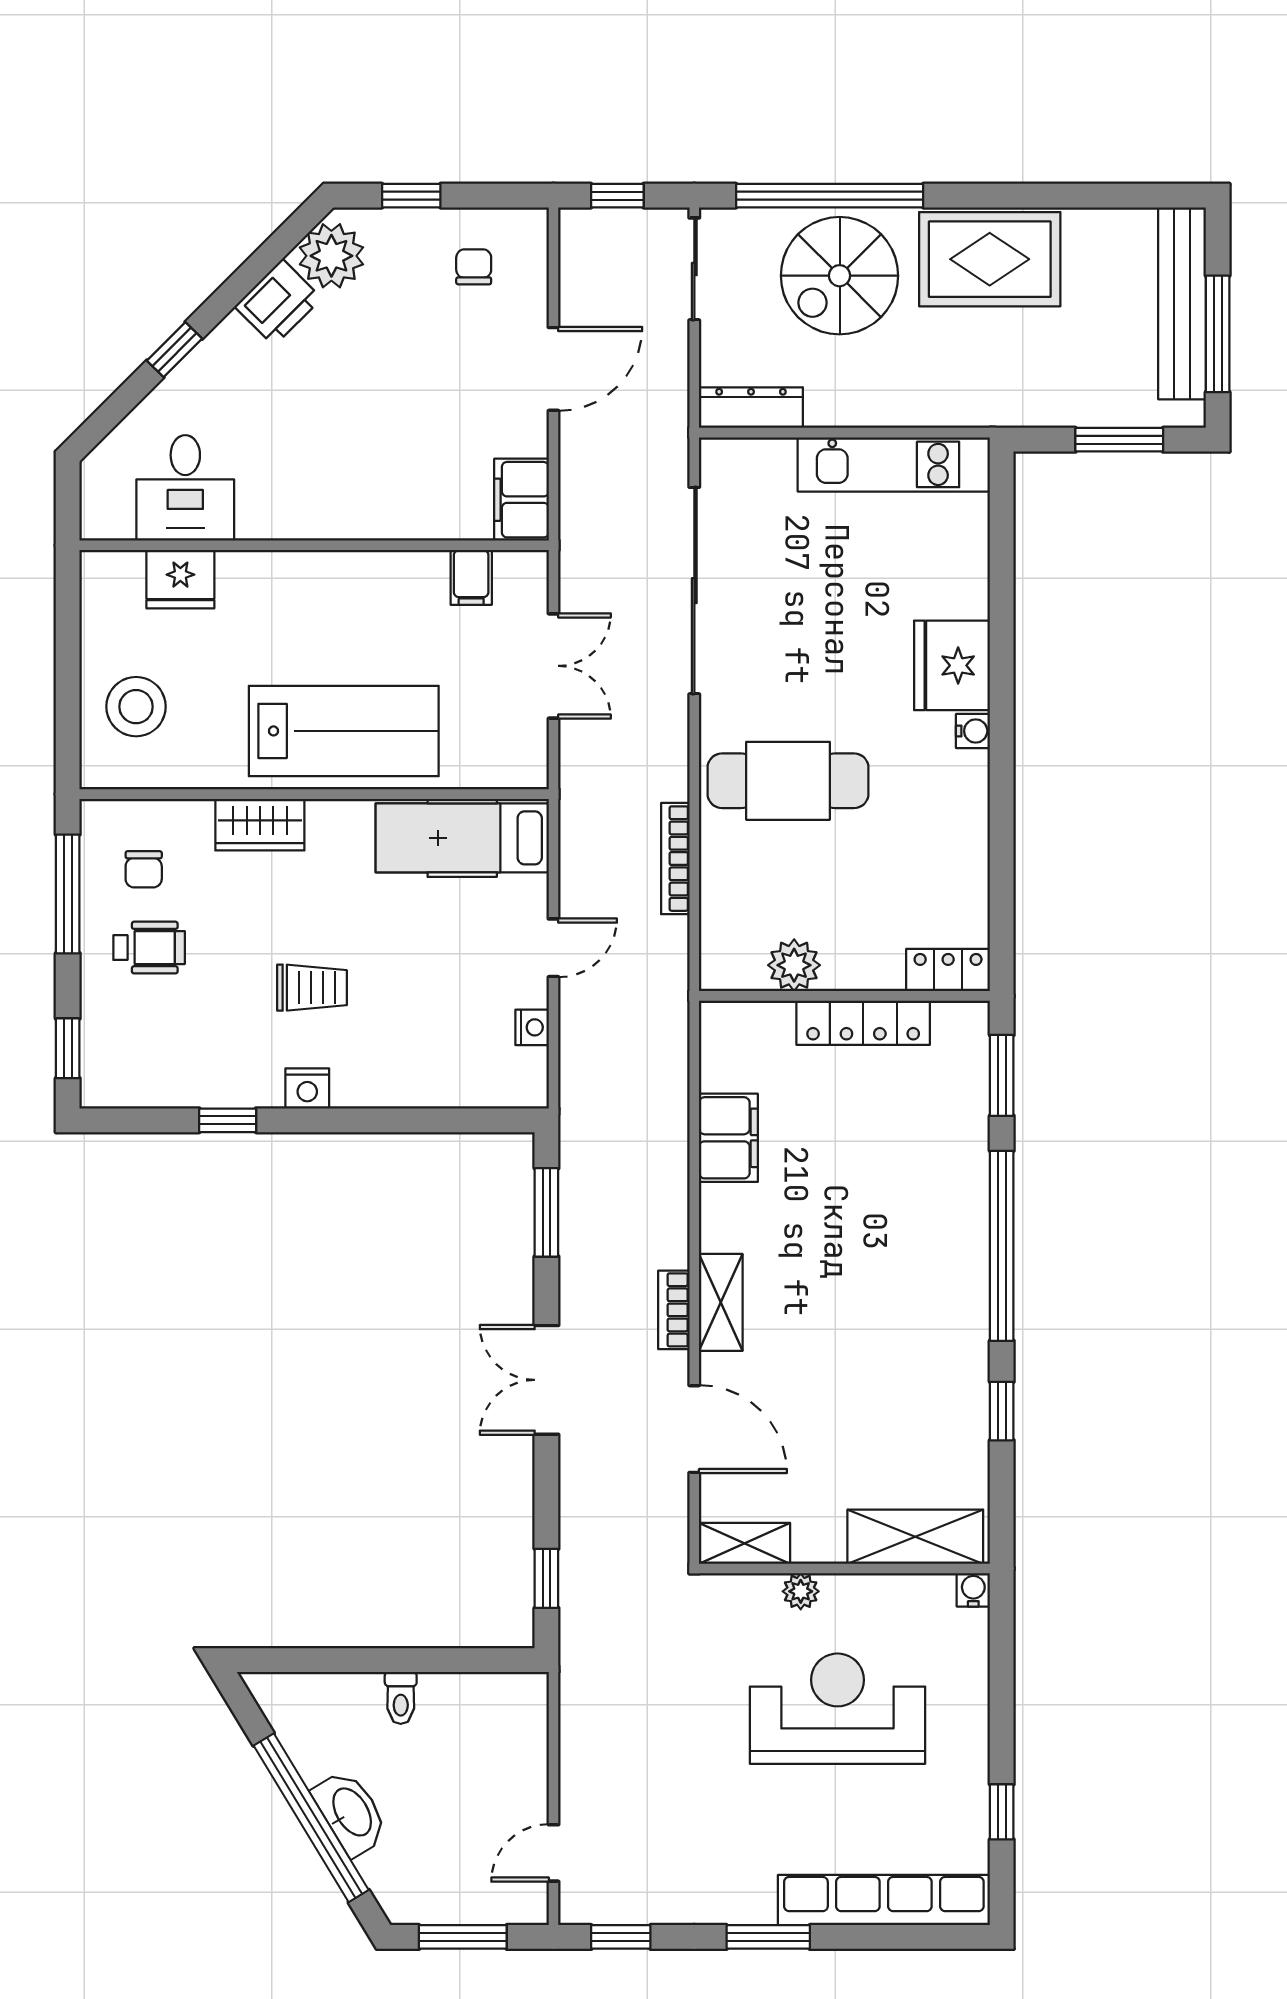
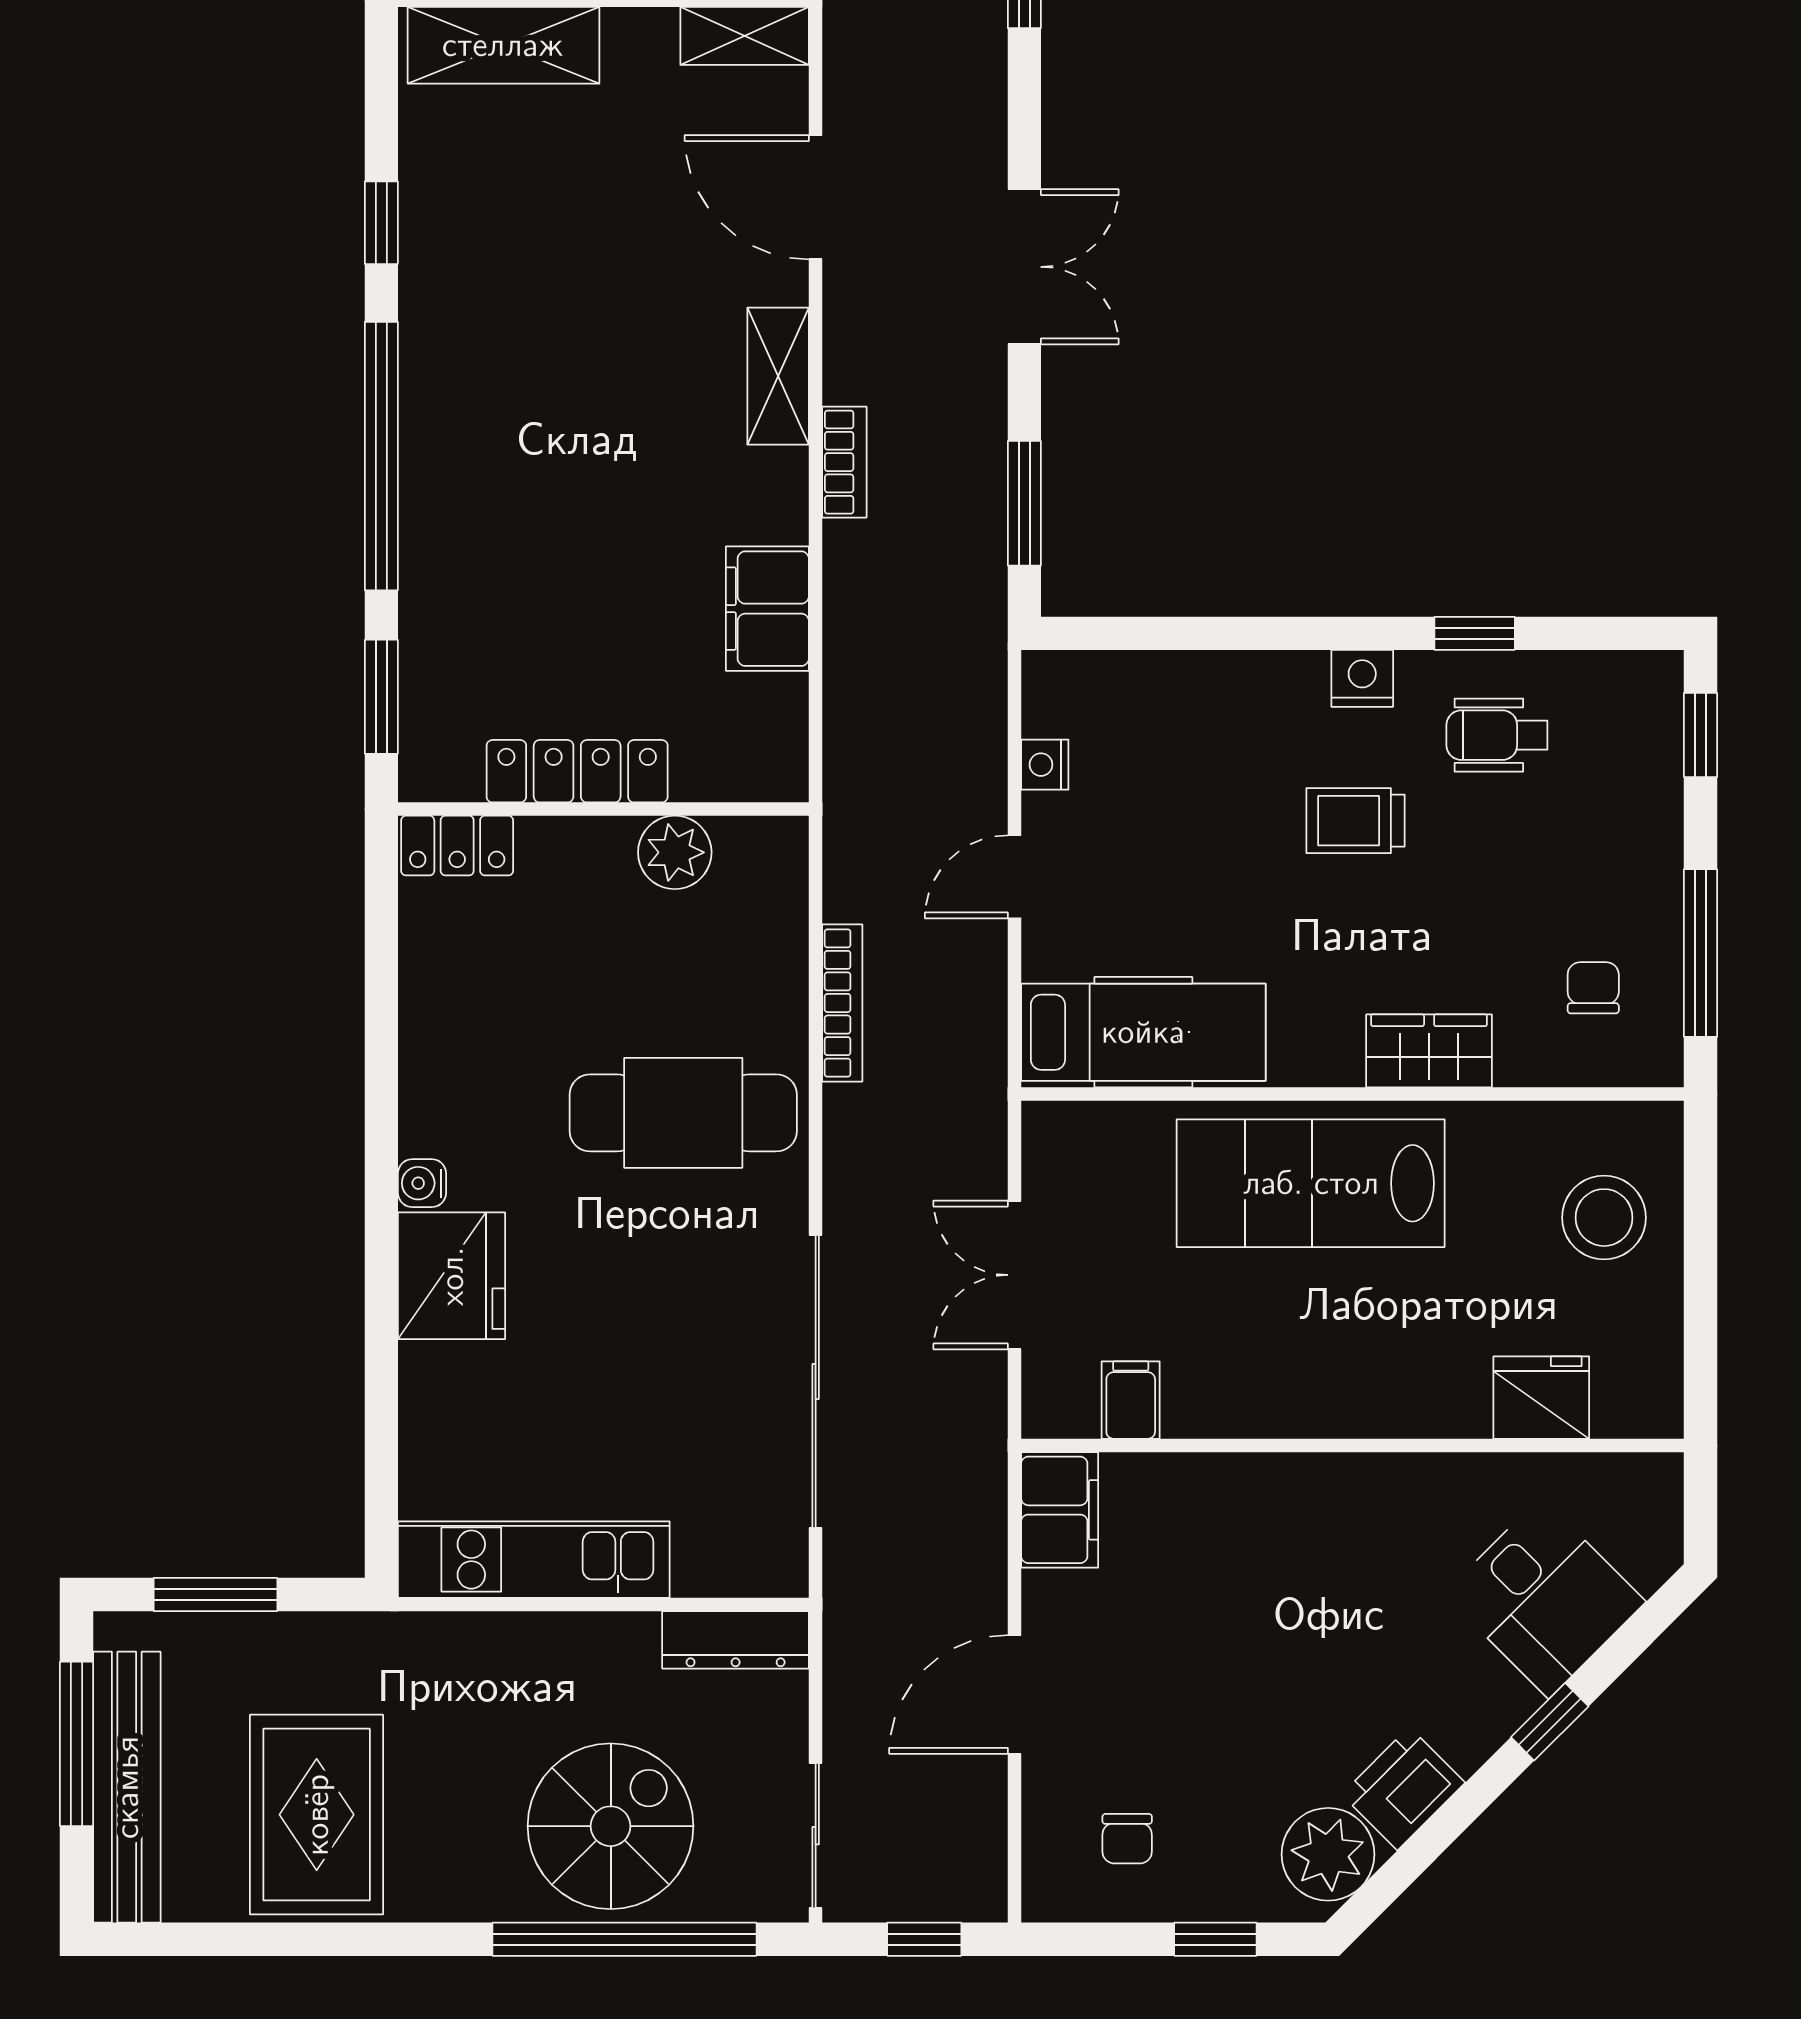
rug: (990, 259) -> (317, 1815), moved, turned 90
desk: (185, 488) -> (1545, 1598), moved, turned 135
wheelchair: (149, 948) -> (1497, 735), moved
bookcase: (674, 1310) -> (844, 462), moved

